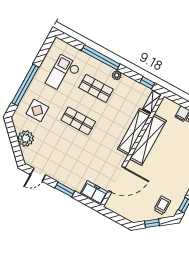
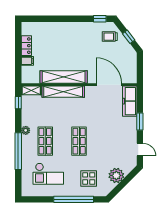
freezer: (94, 193) -> (130, 101), width x1.40

